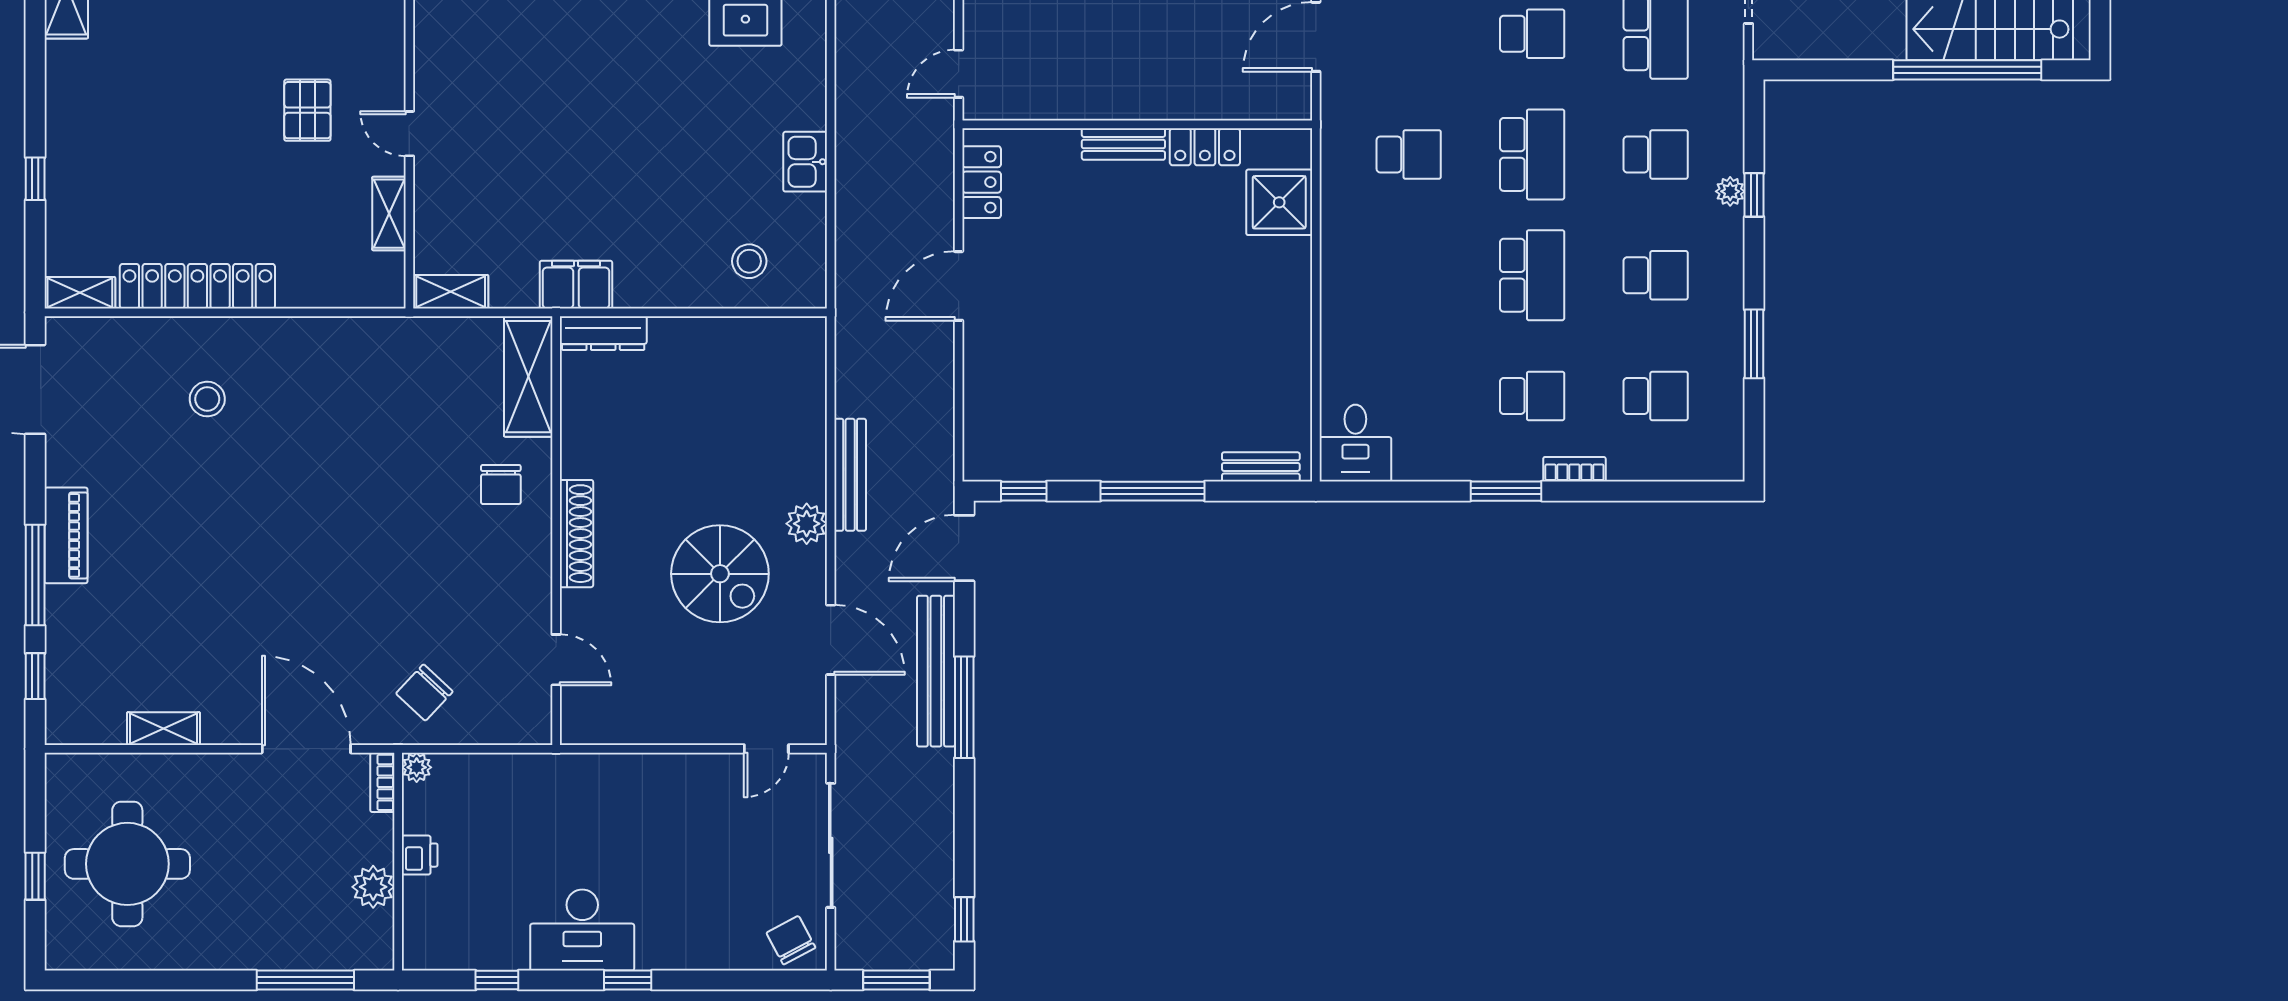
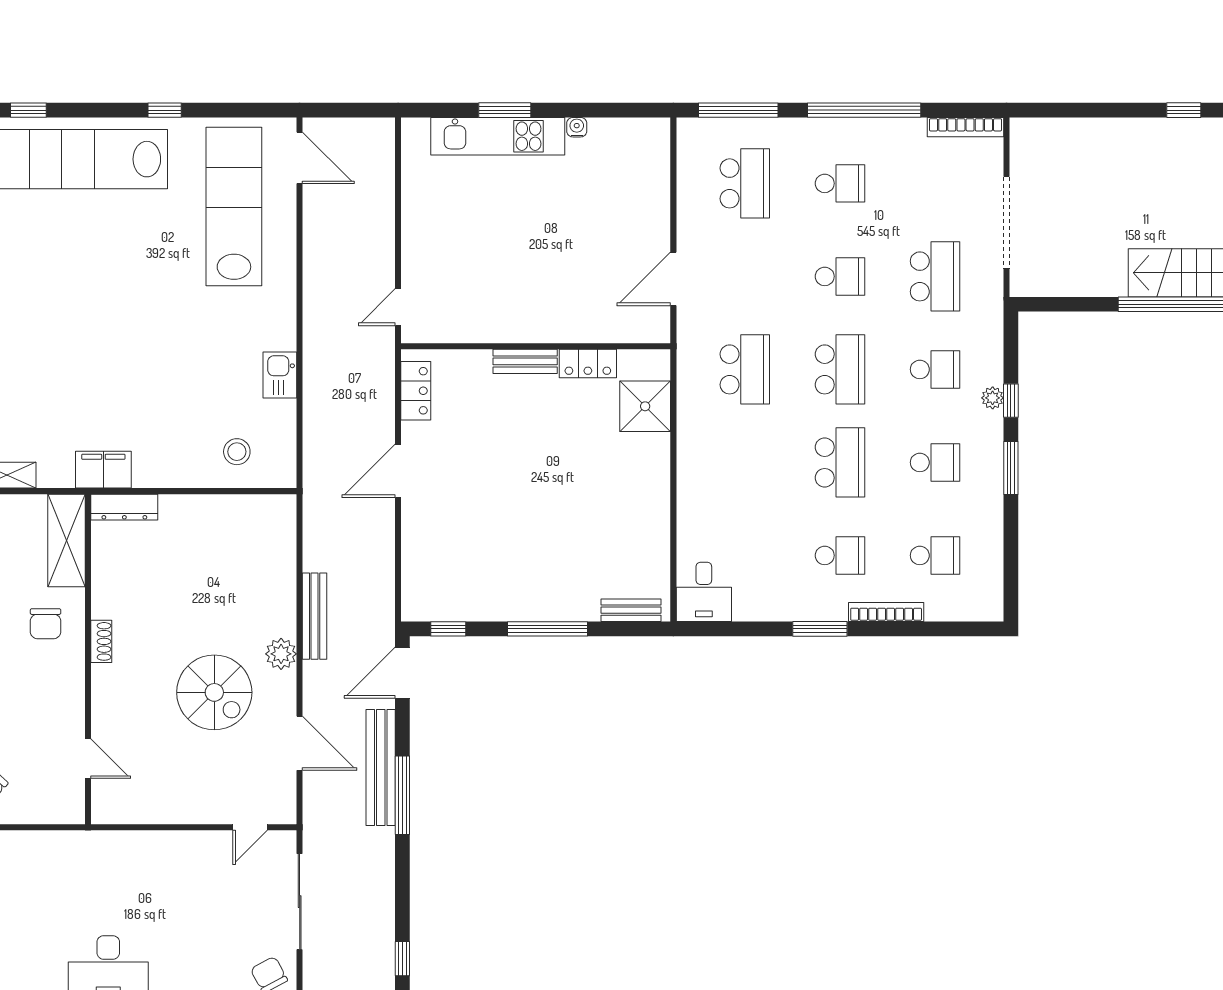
school desk: (1409, 154) -> (745, 369), width x1.85
window: (1754, 344) -> (1011, 468), moved
bookcase: (1574, 469) -> (886, 612), width x1.56
shoe rack: (576, 534) -> (101, 641), width x0.51, depth x0.81

